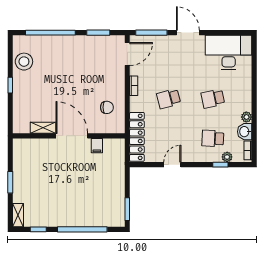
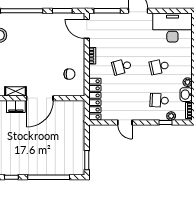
door: (127, 54) -> (87, 29), swing flipped
door: (72, 136) -> (40, 98), swing flipped
filing cabinet: (97, 146) -> (16, 106), moved, width x2.00
door: (172, 165) -> (125, 122), swing flipped

